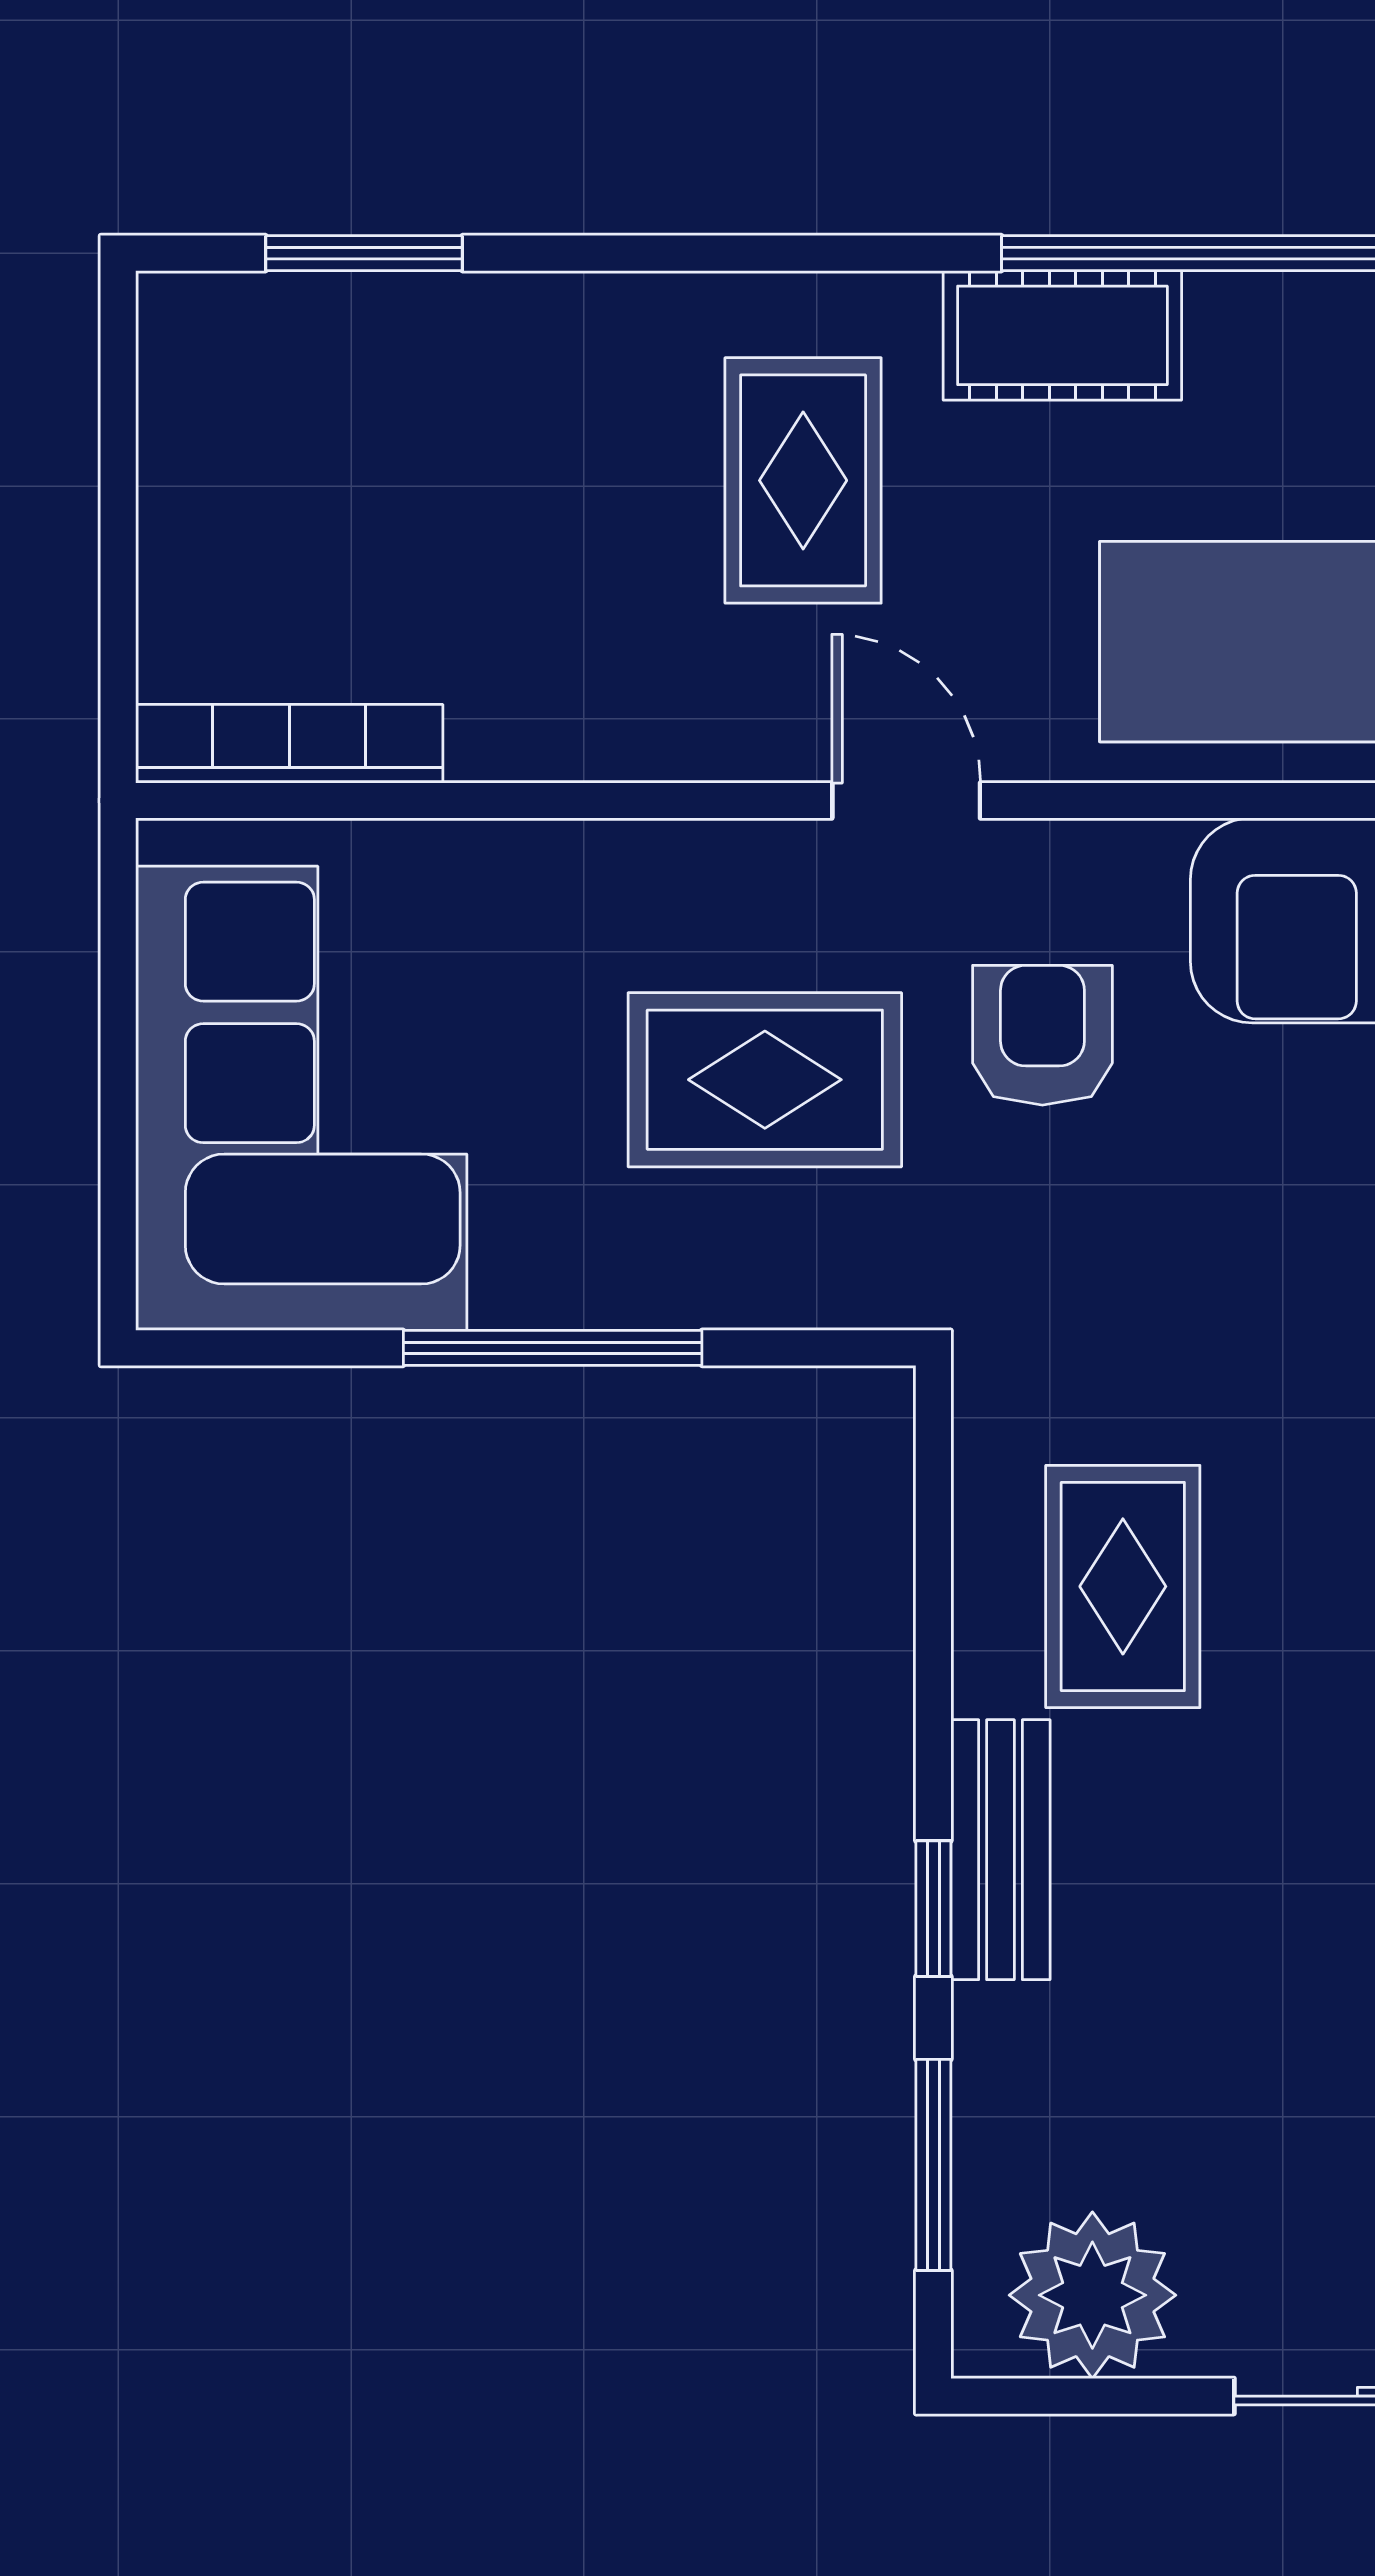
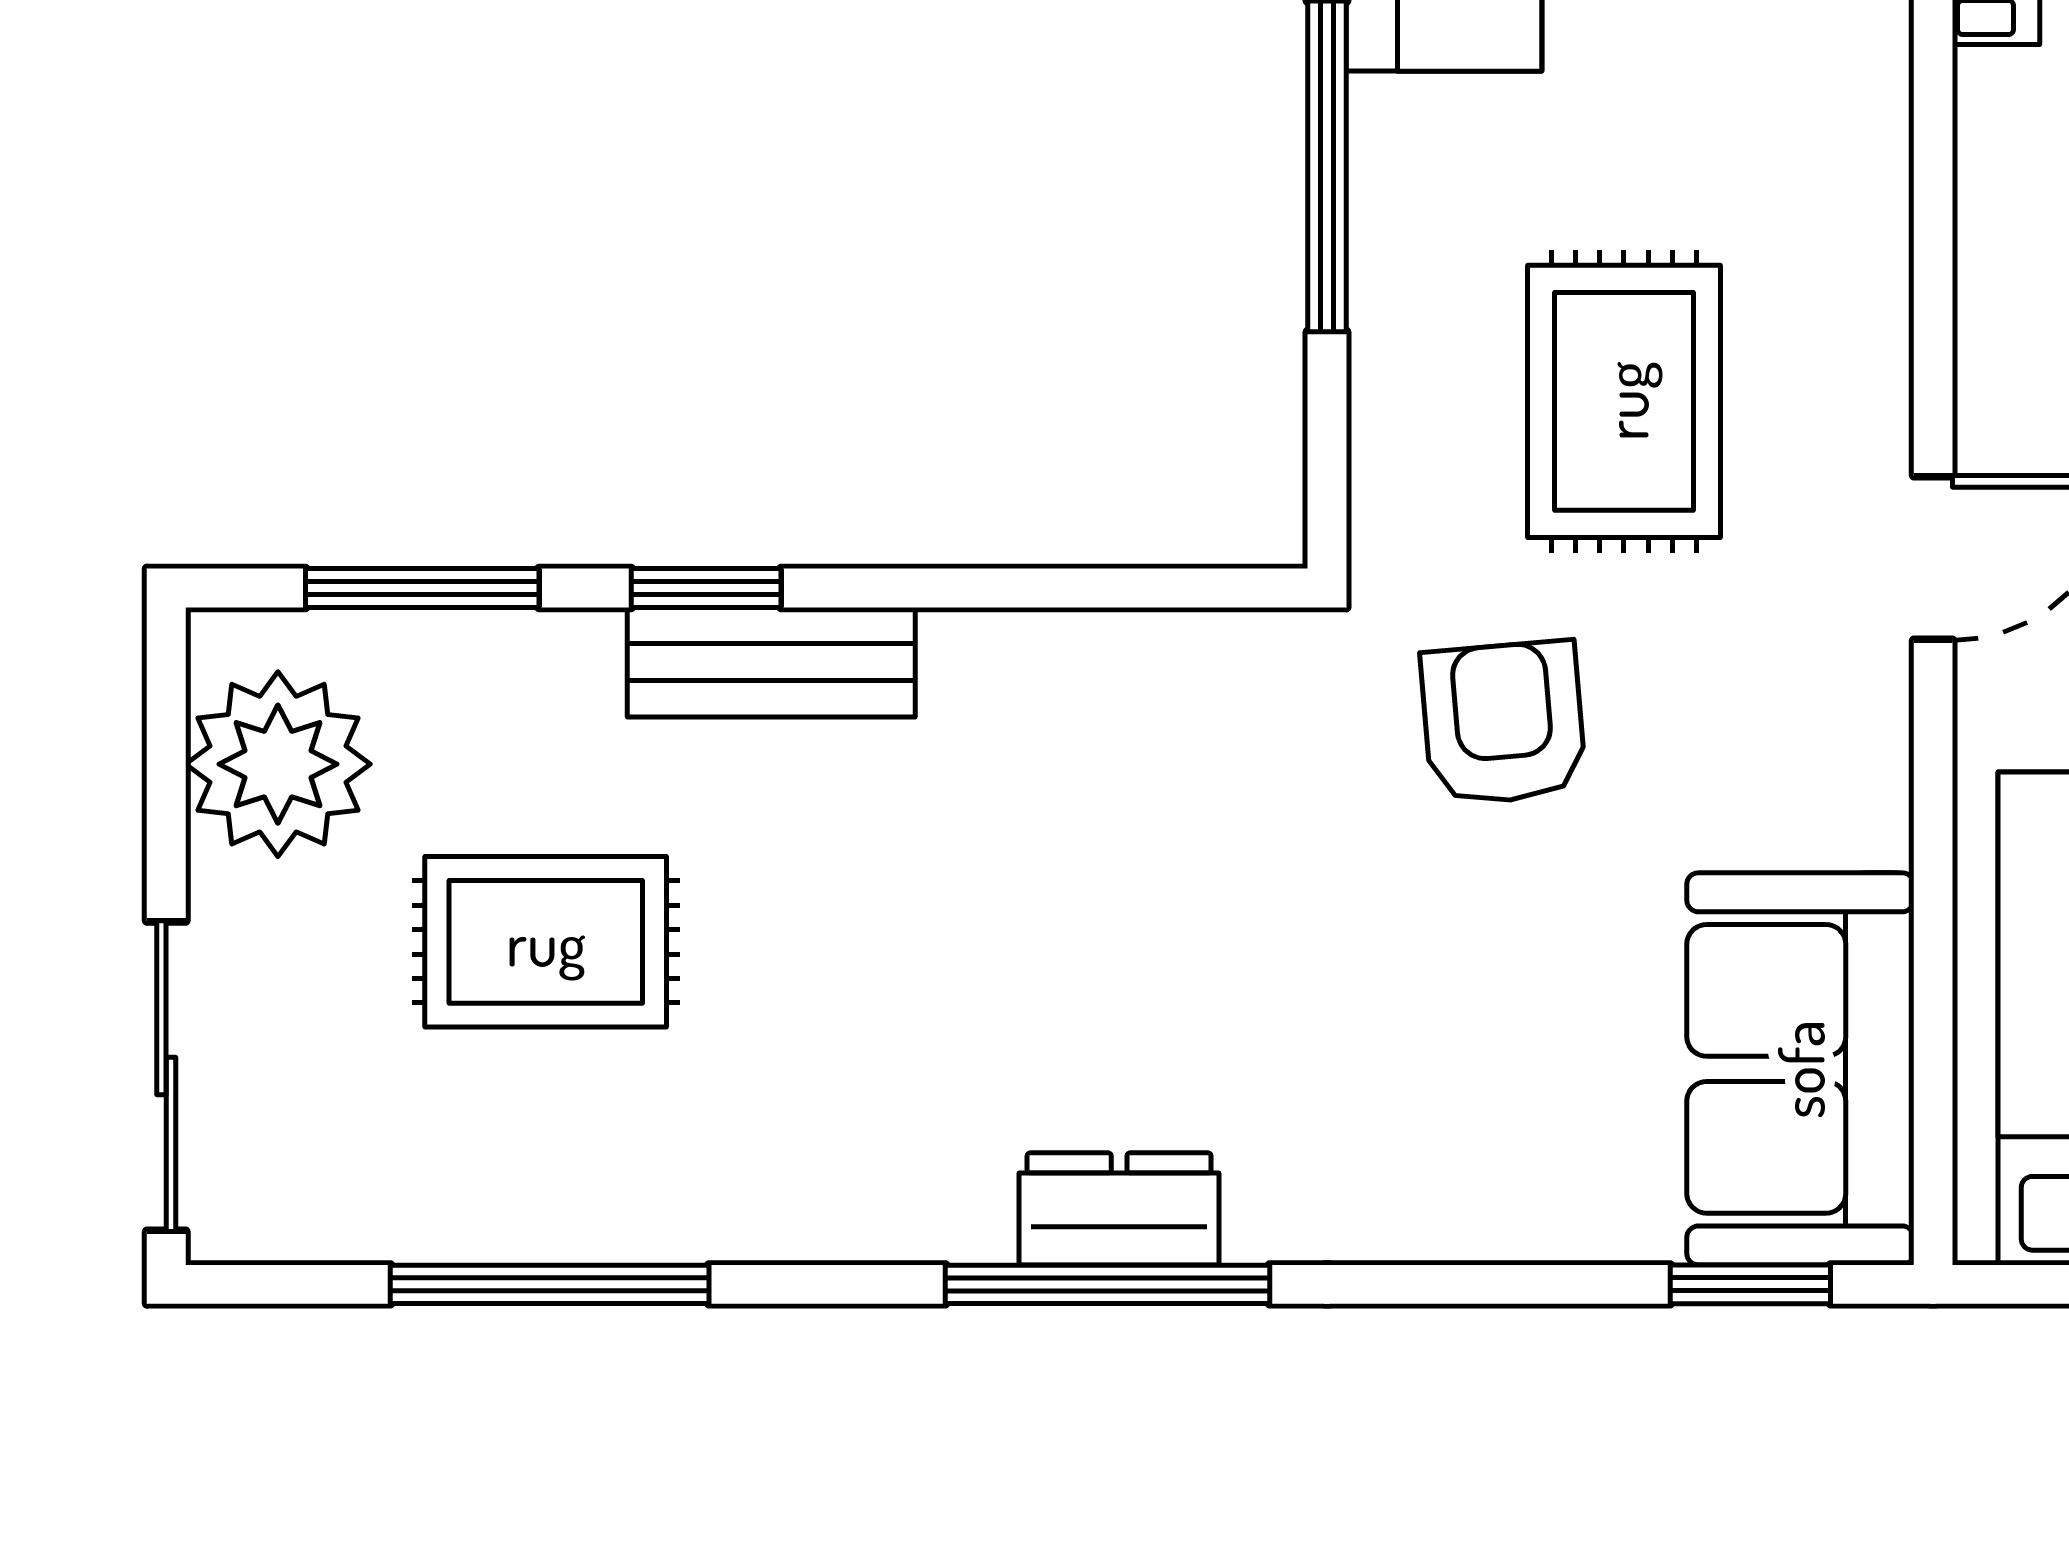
armchair: (1042, 1035) -> (1503, 723), moved, turned -95
rug: (1123, 1586) -> (546, 942), moved

